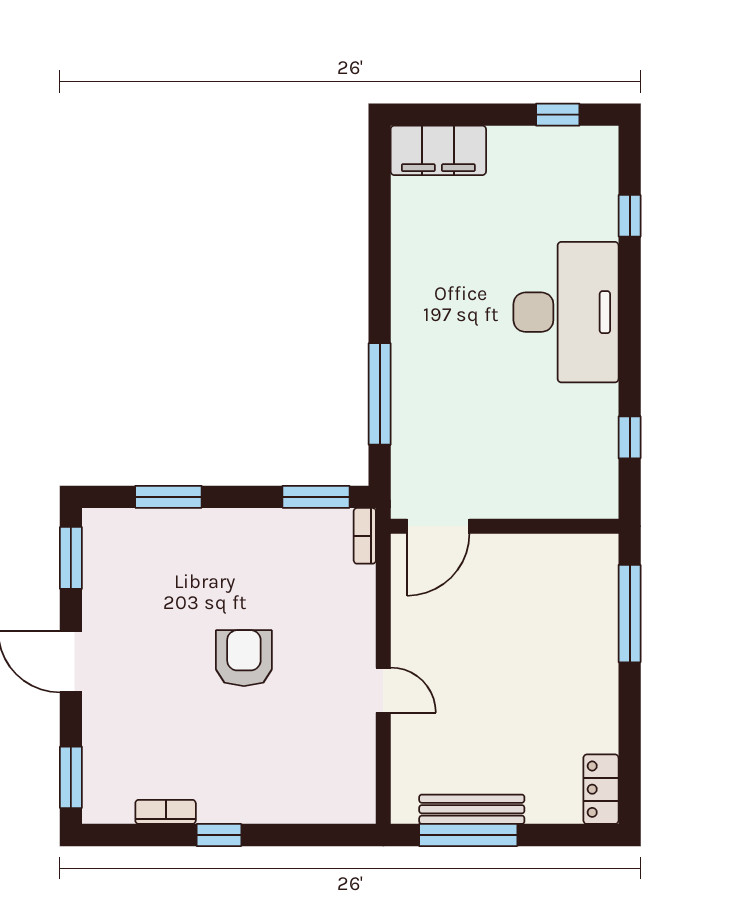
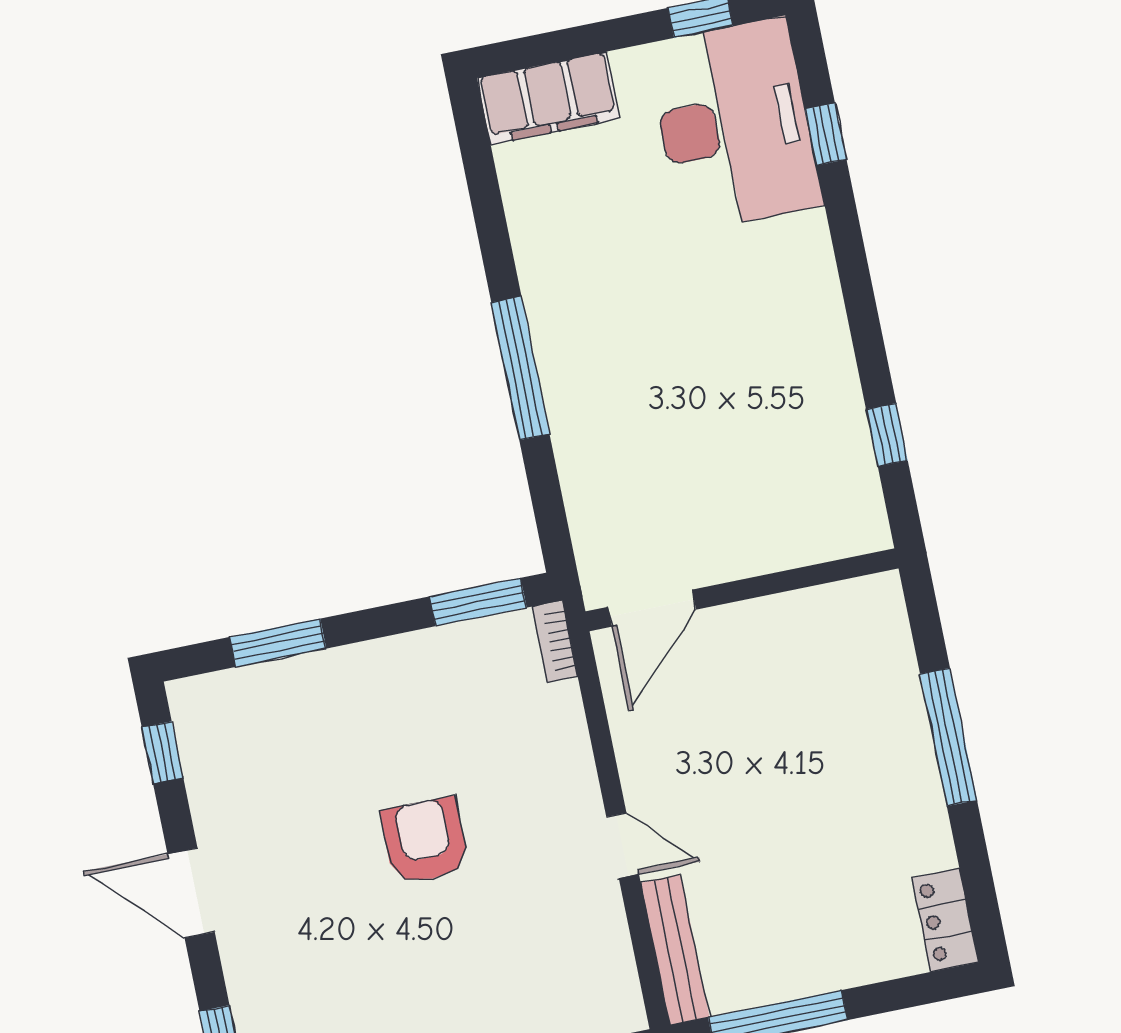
desk: (566, 312) -> (734, 125), moved
window: (380, 394) -> (520, 368), moved
window: (71, 558) -> (162, 752), width x0.67
window: (630, 614) -> (948, 737), moved
bench: (472, 809) -> (675, 950), moved, turned 90

